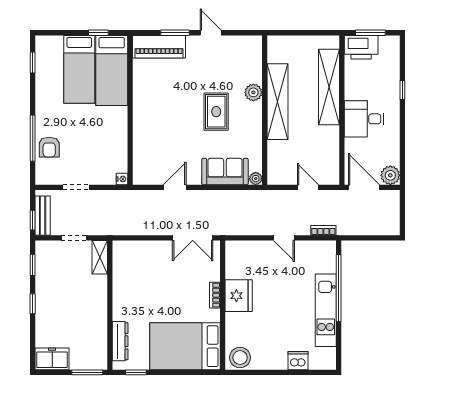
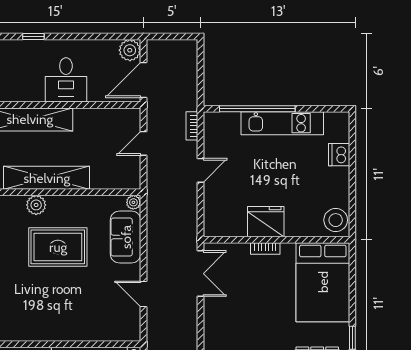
rug: (216, 112) -> (58, 247), width x1.36, depth x1.43

